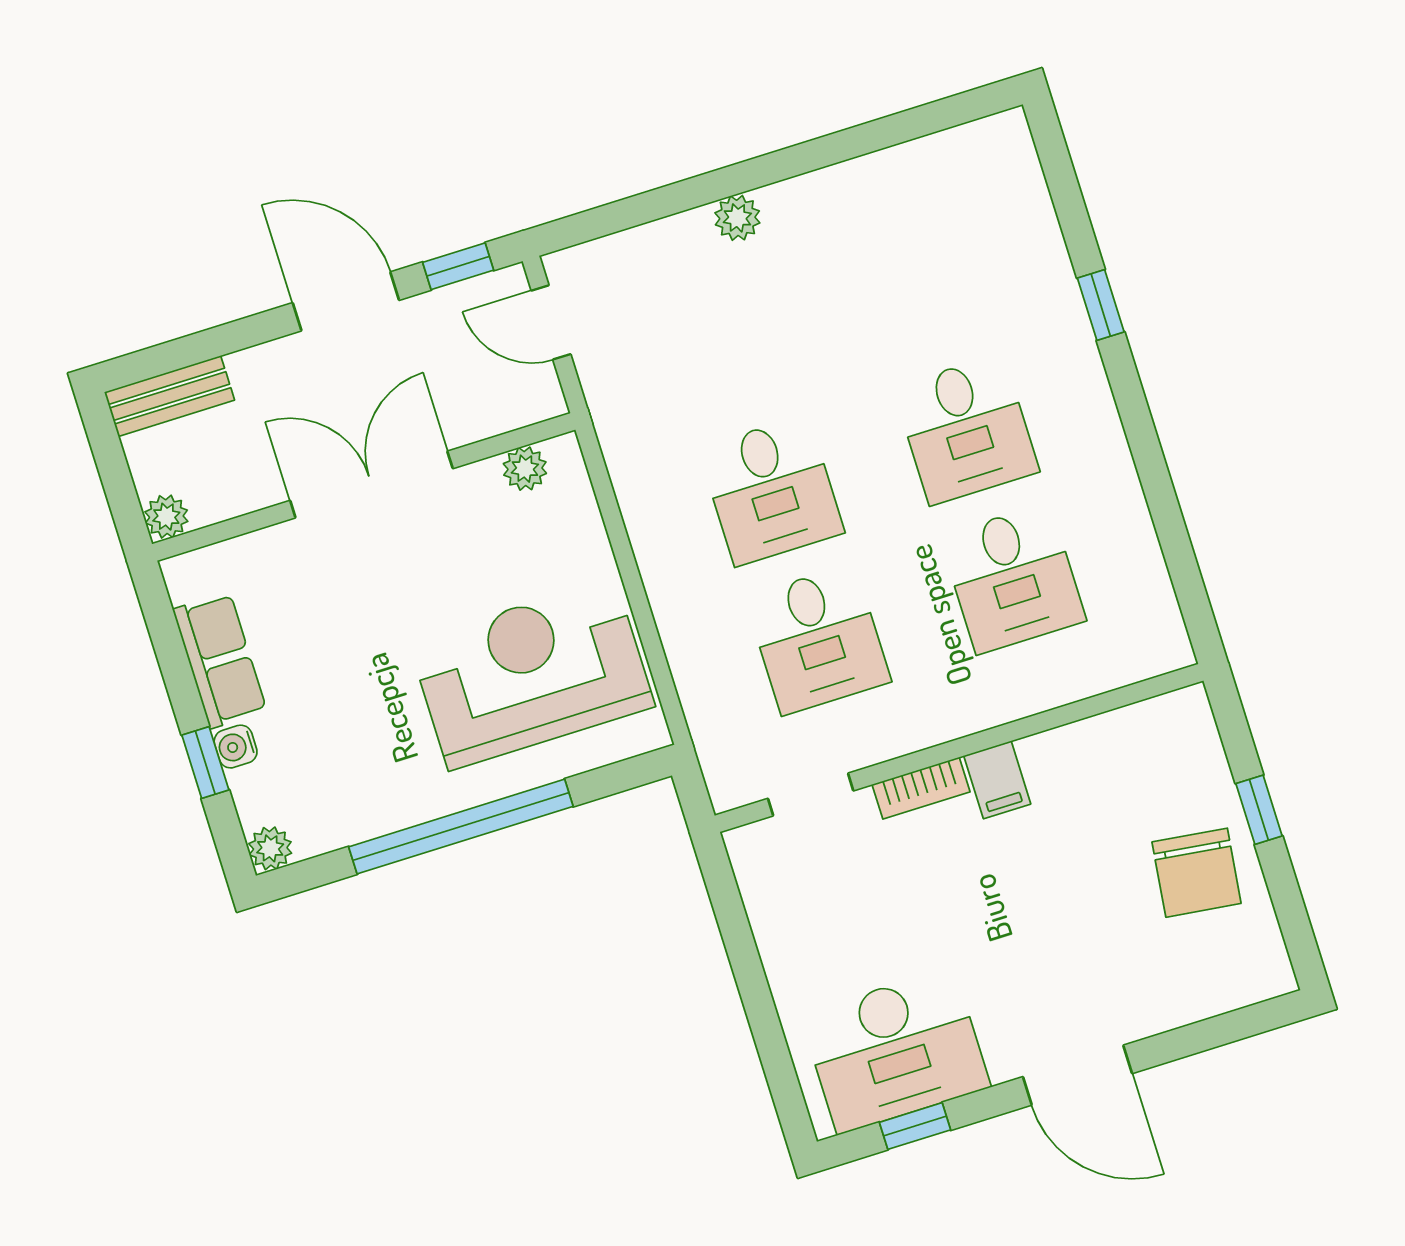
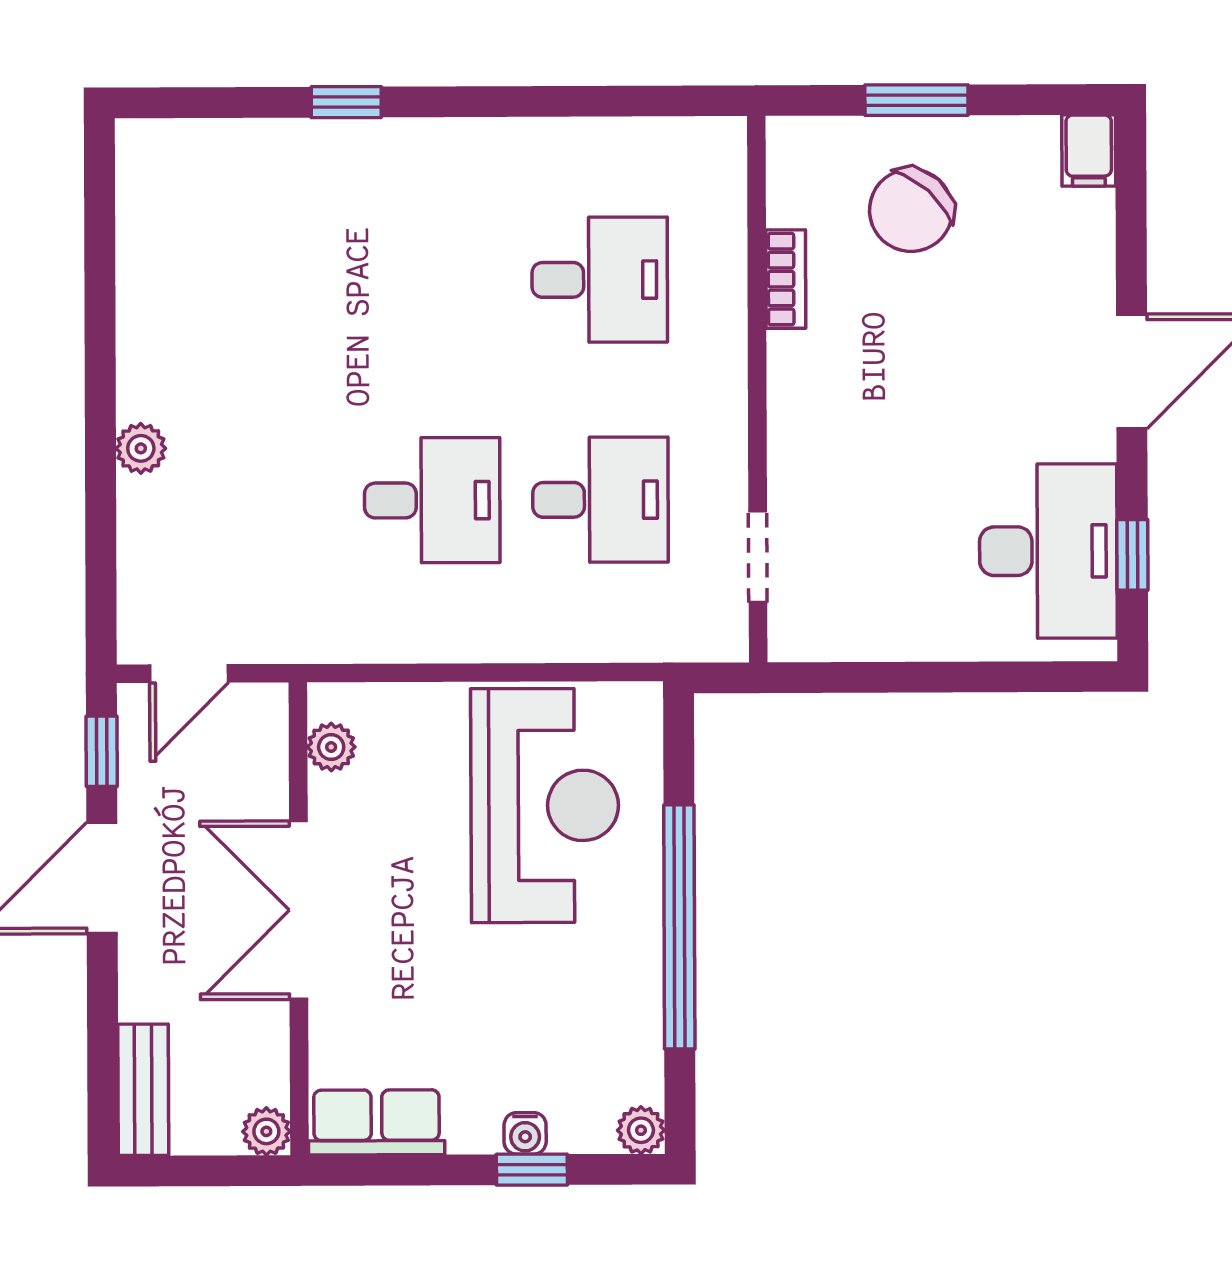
desk: (966, 429) -> (431, 280), removed
row of seats: (220, 660) -> (377, 1122), moved
reception desk: (532, 674) -> (545, 805), turned 180
filing cabinet: (997, 780) -> (1089, 151), moved, turned 90
bookcase: (921, 788) -> (786, 279), moved
window: (1259, 810) -> (916, 100), width x1.50
chair: (1197, 873) -> (911, 210), moved, turned 125

